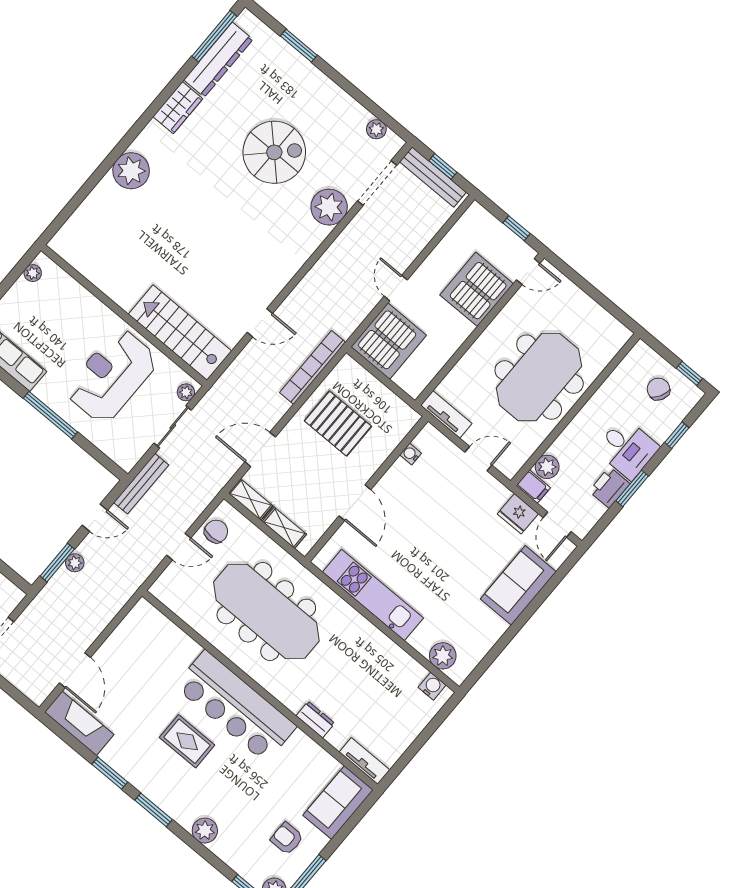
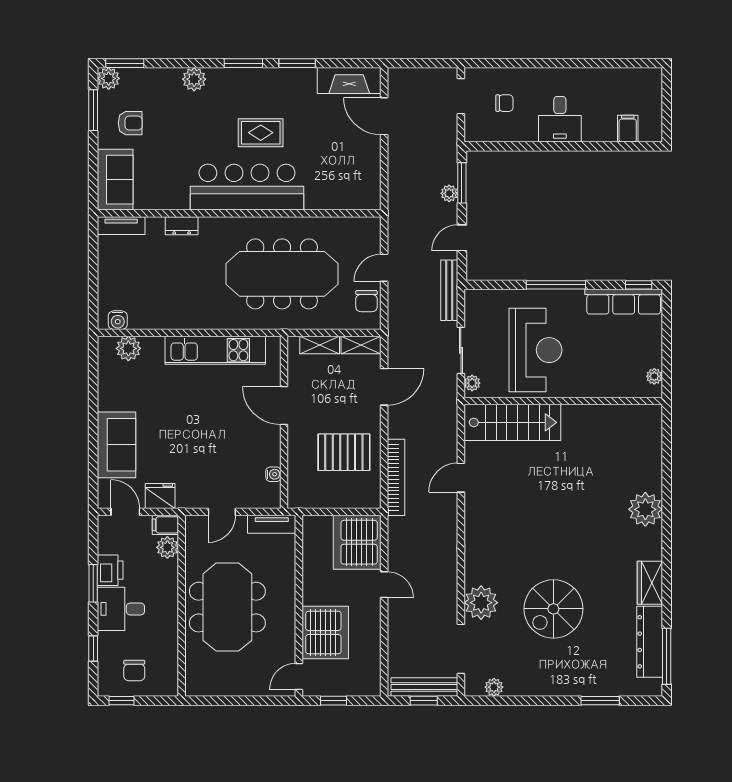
chair: (658, 389) -> (134, 671), turned 61

